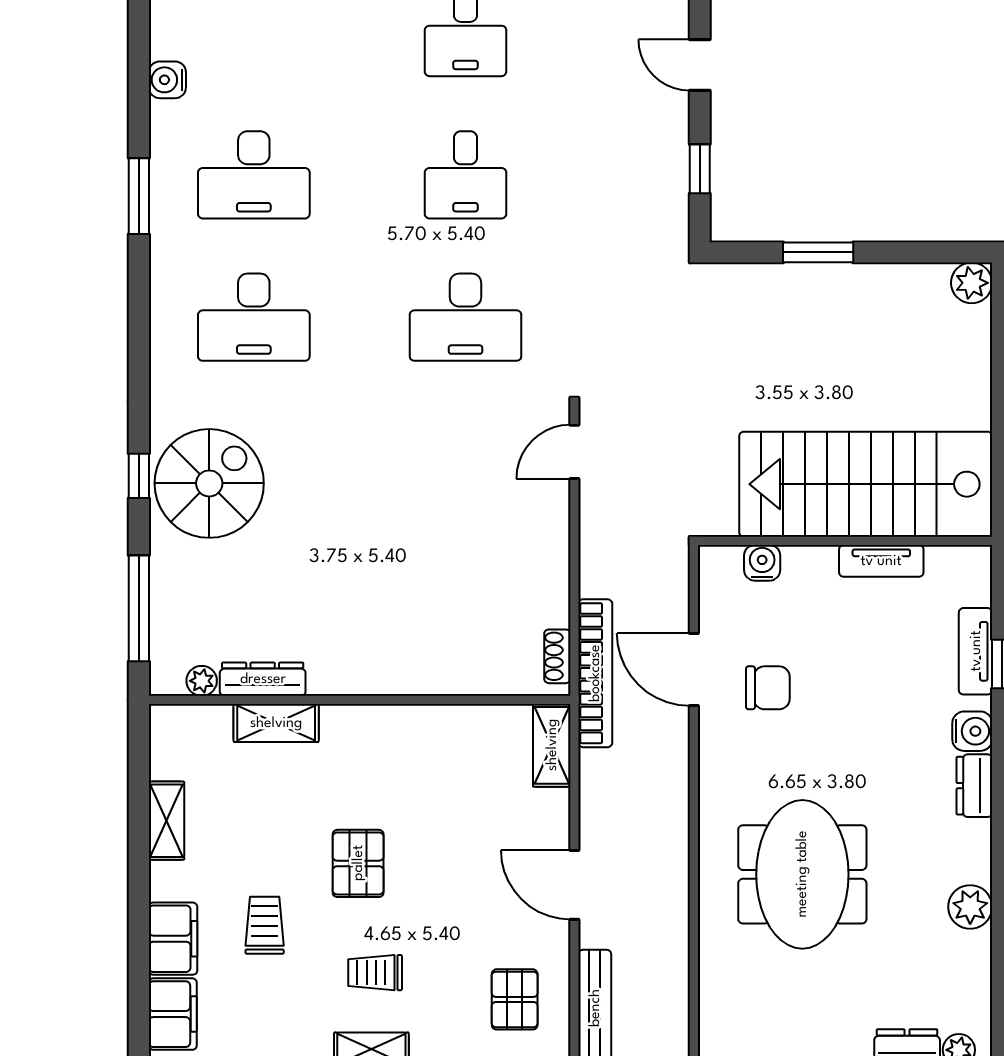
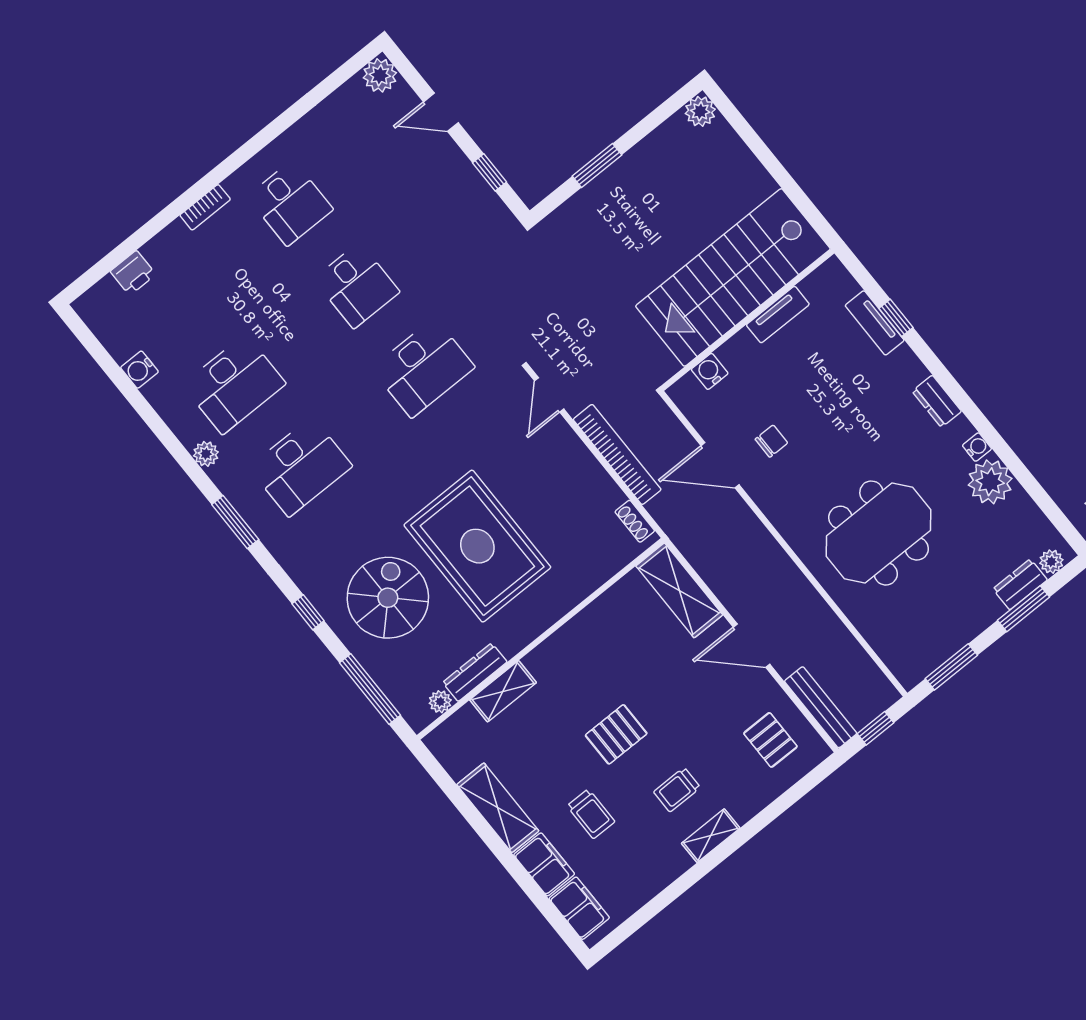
window: (139, 196) -> (235, 522), moved
plant: (166, 224) -> (206, 454), added
spiral stairs: (209, 483) -> (388, 598), moved
rug: (372, 549) -> (477, 546), added
bookcase: (595, 673) -> (617, 454), moved
chair: (768, 688) -> (771, 441), width x0.73, depth x0.73
water cooler: (972, 731) -> (977, 447), moved, width x0.72, depth x0.72
shelving: (552, 745) -> (679, 590), width x1.50, depth x1.33
shelving: (167, 821) -> (498, 808), width x1.50, depth x1.33
pallet: (358, 863) -> (616, 734), turned 90
meeting table: (802, 874) -> (879, 533), turned 90
plant: (970, 907) -> (990, 482), width x1.36, depth x1.36
trolley: (265, 925) -> (591, 814), turned 180

